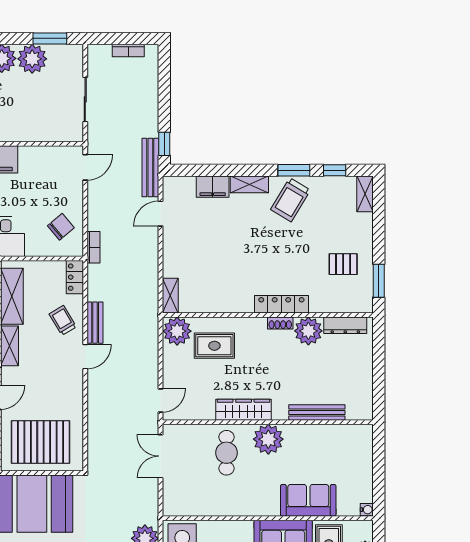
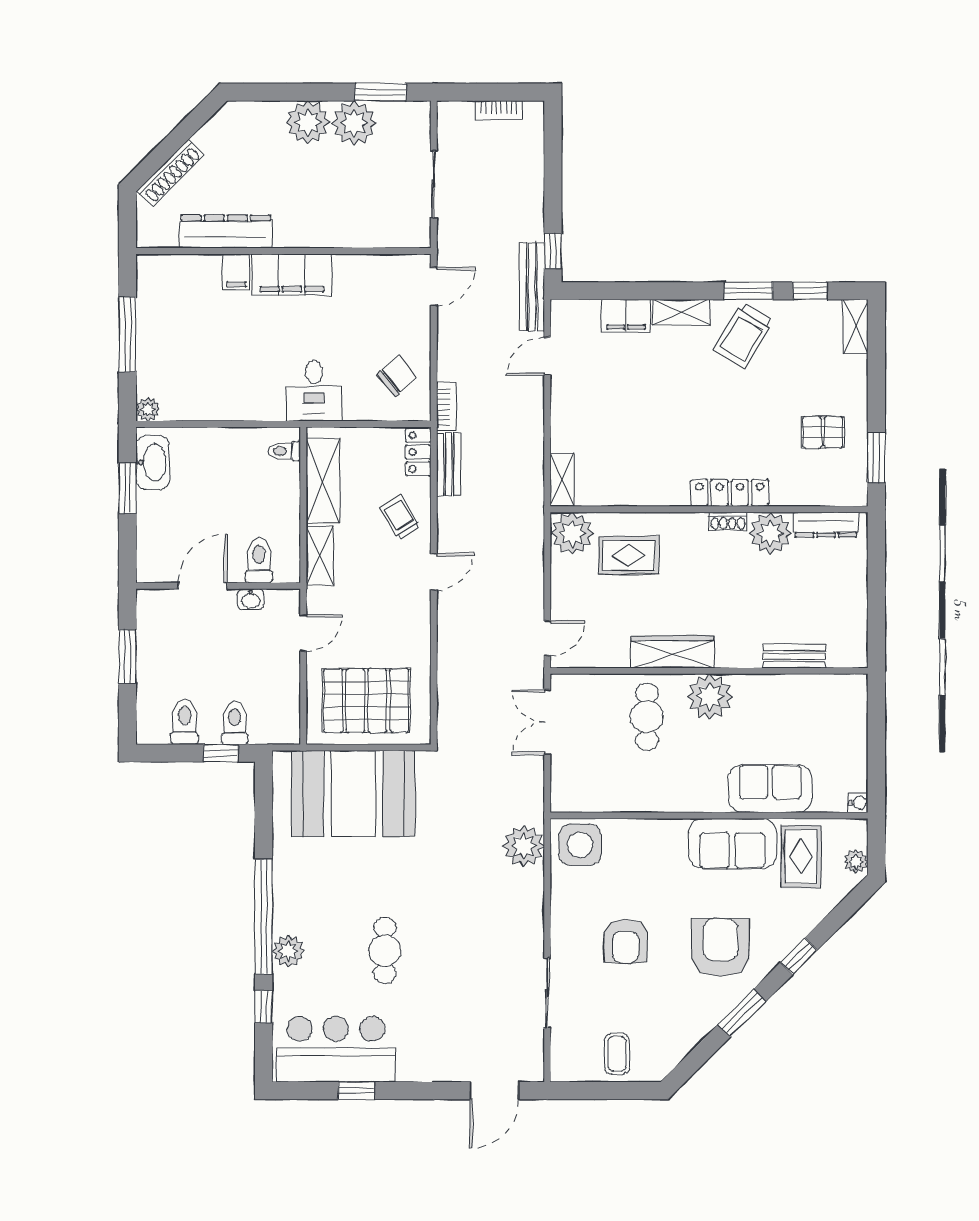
bench: (95, 323) -> (449, 464), moved
bench: (317, 413) -> (794, 656), width x0.73

